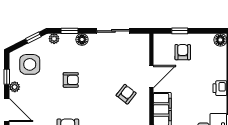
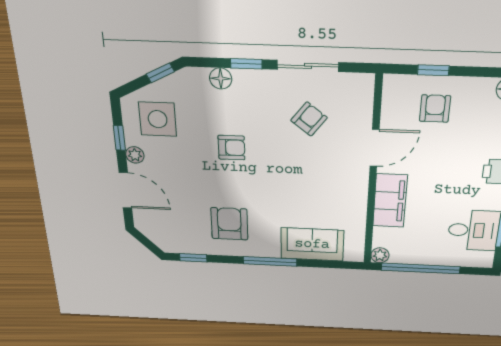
window: (70, 31) -> (246, 64), moved
plant: (54, 39) -> (198, 76), removed
floor lamp: (82, 40) -> (221, 78), moved
armchair: (126, 94) -> (309, 119), moved

